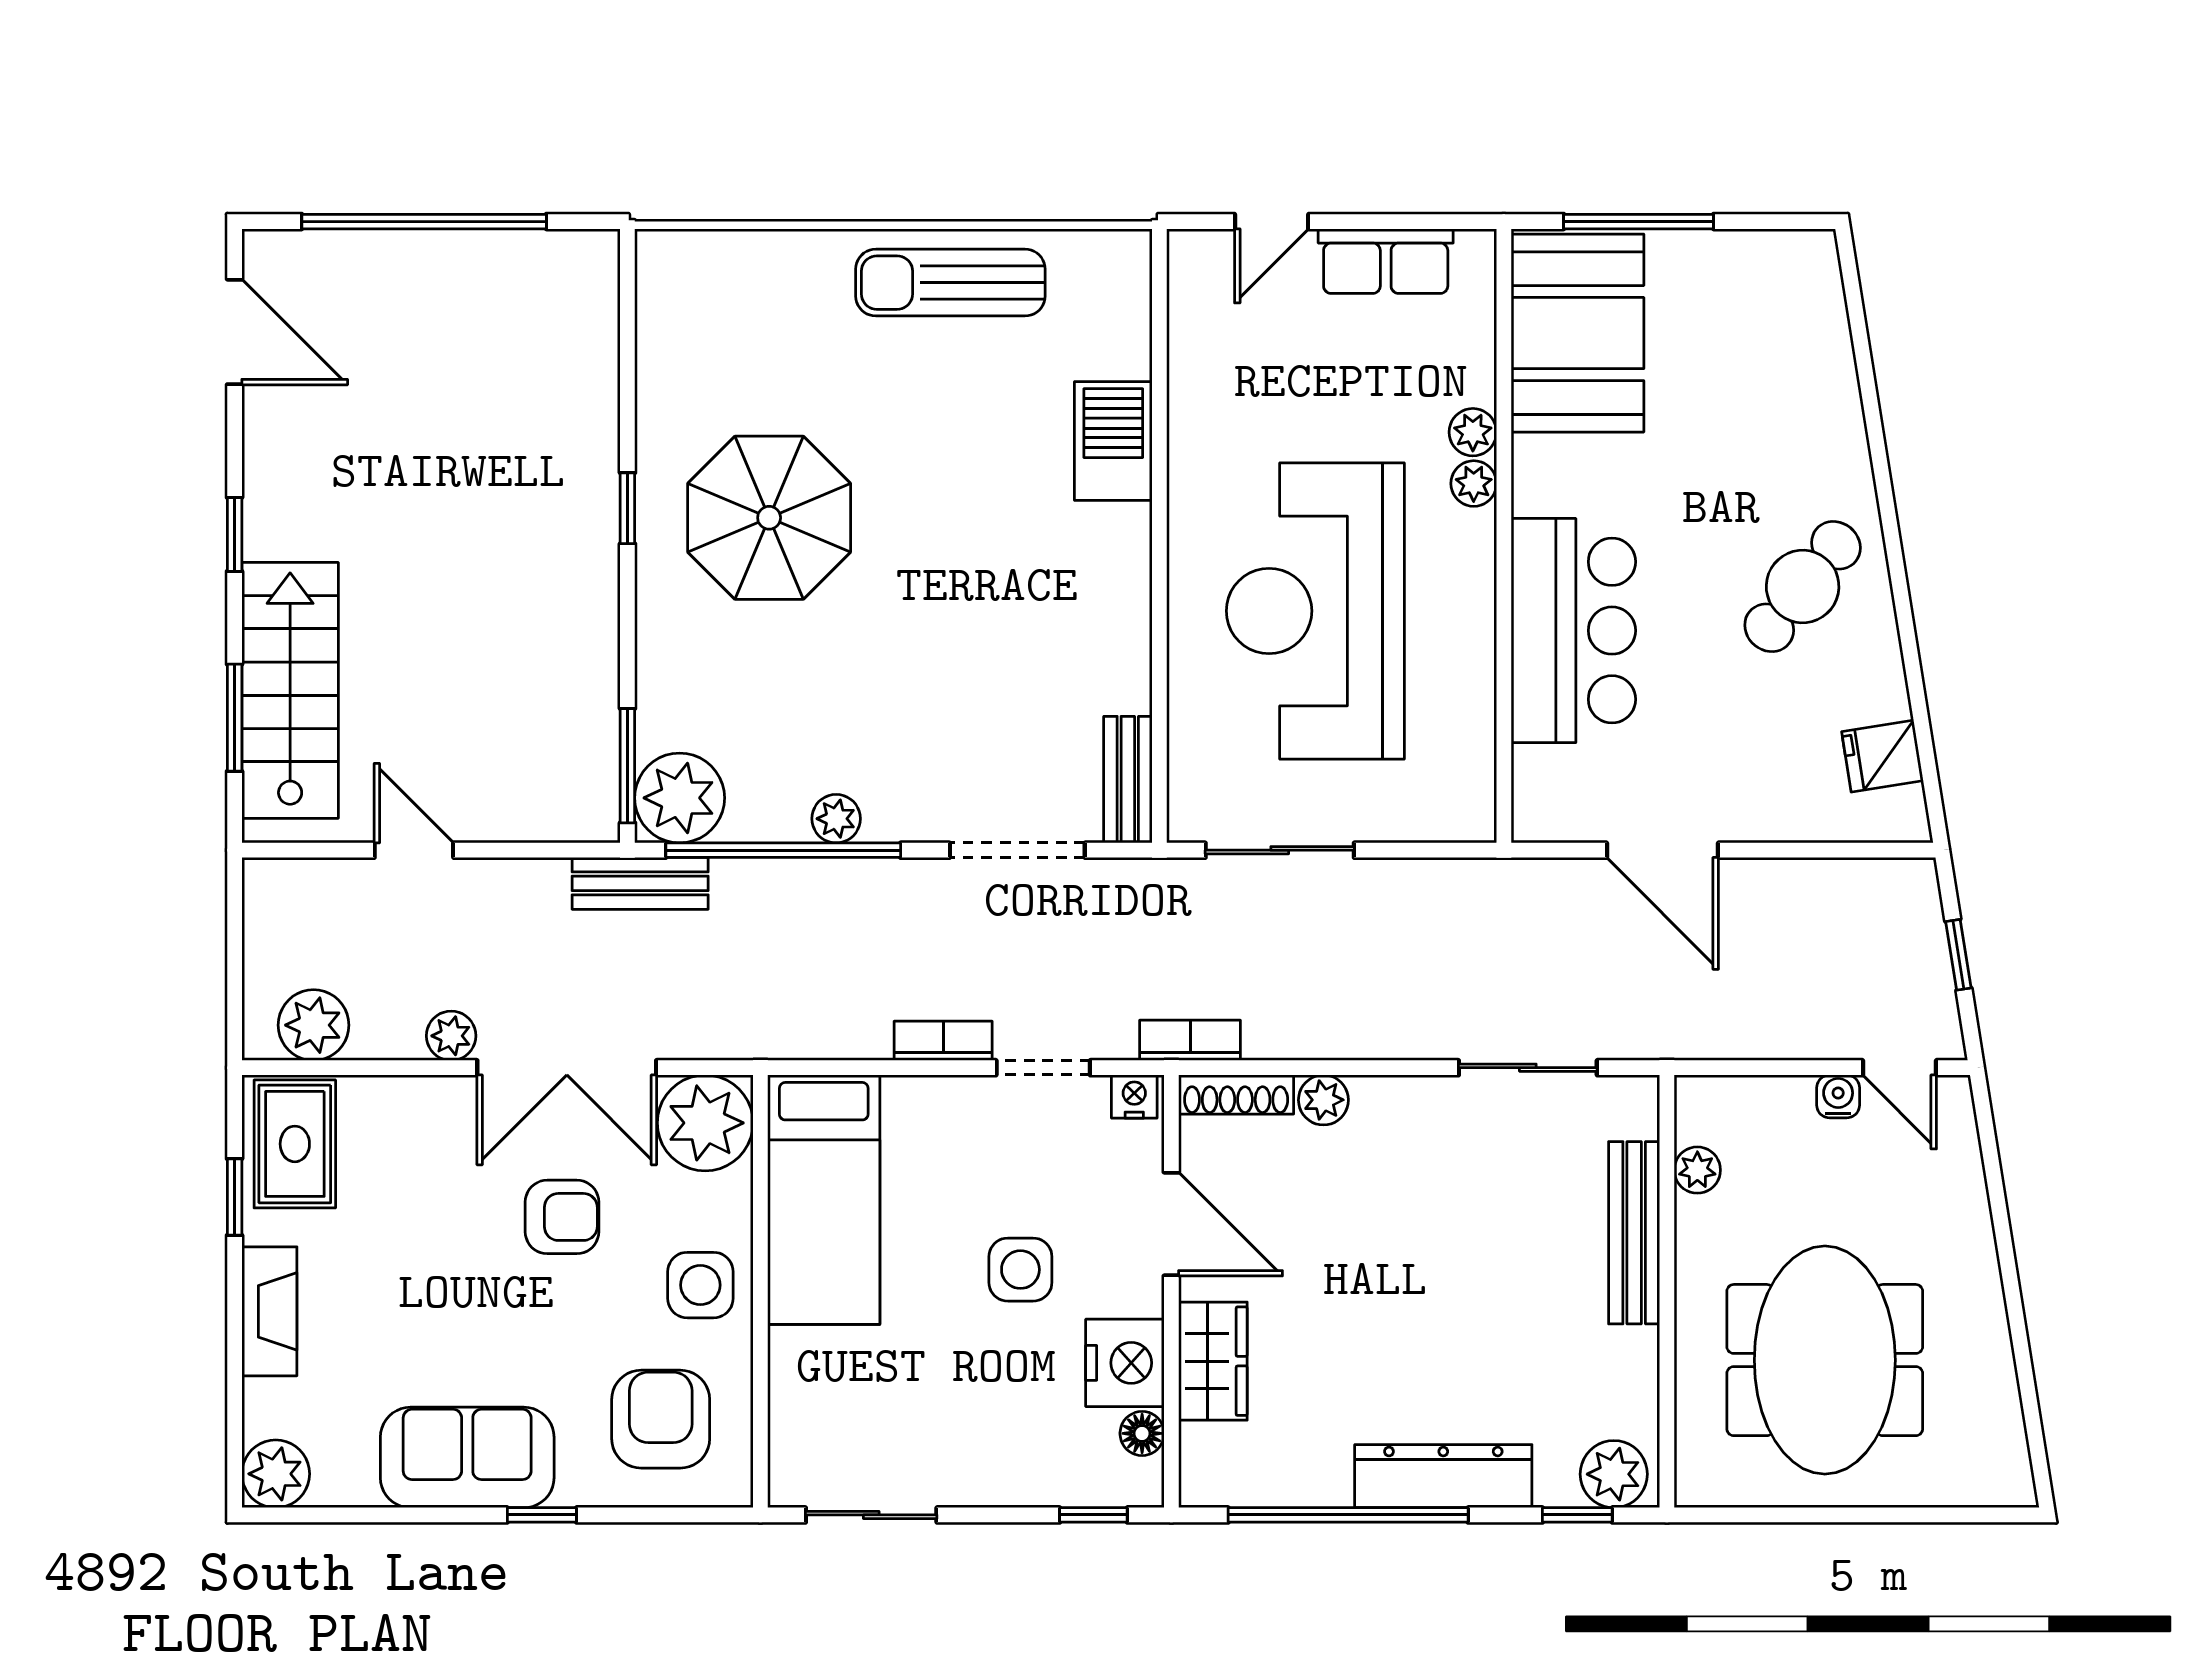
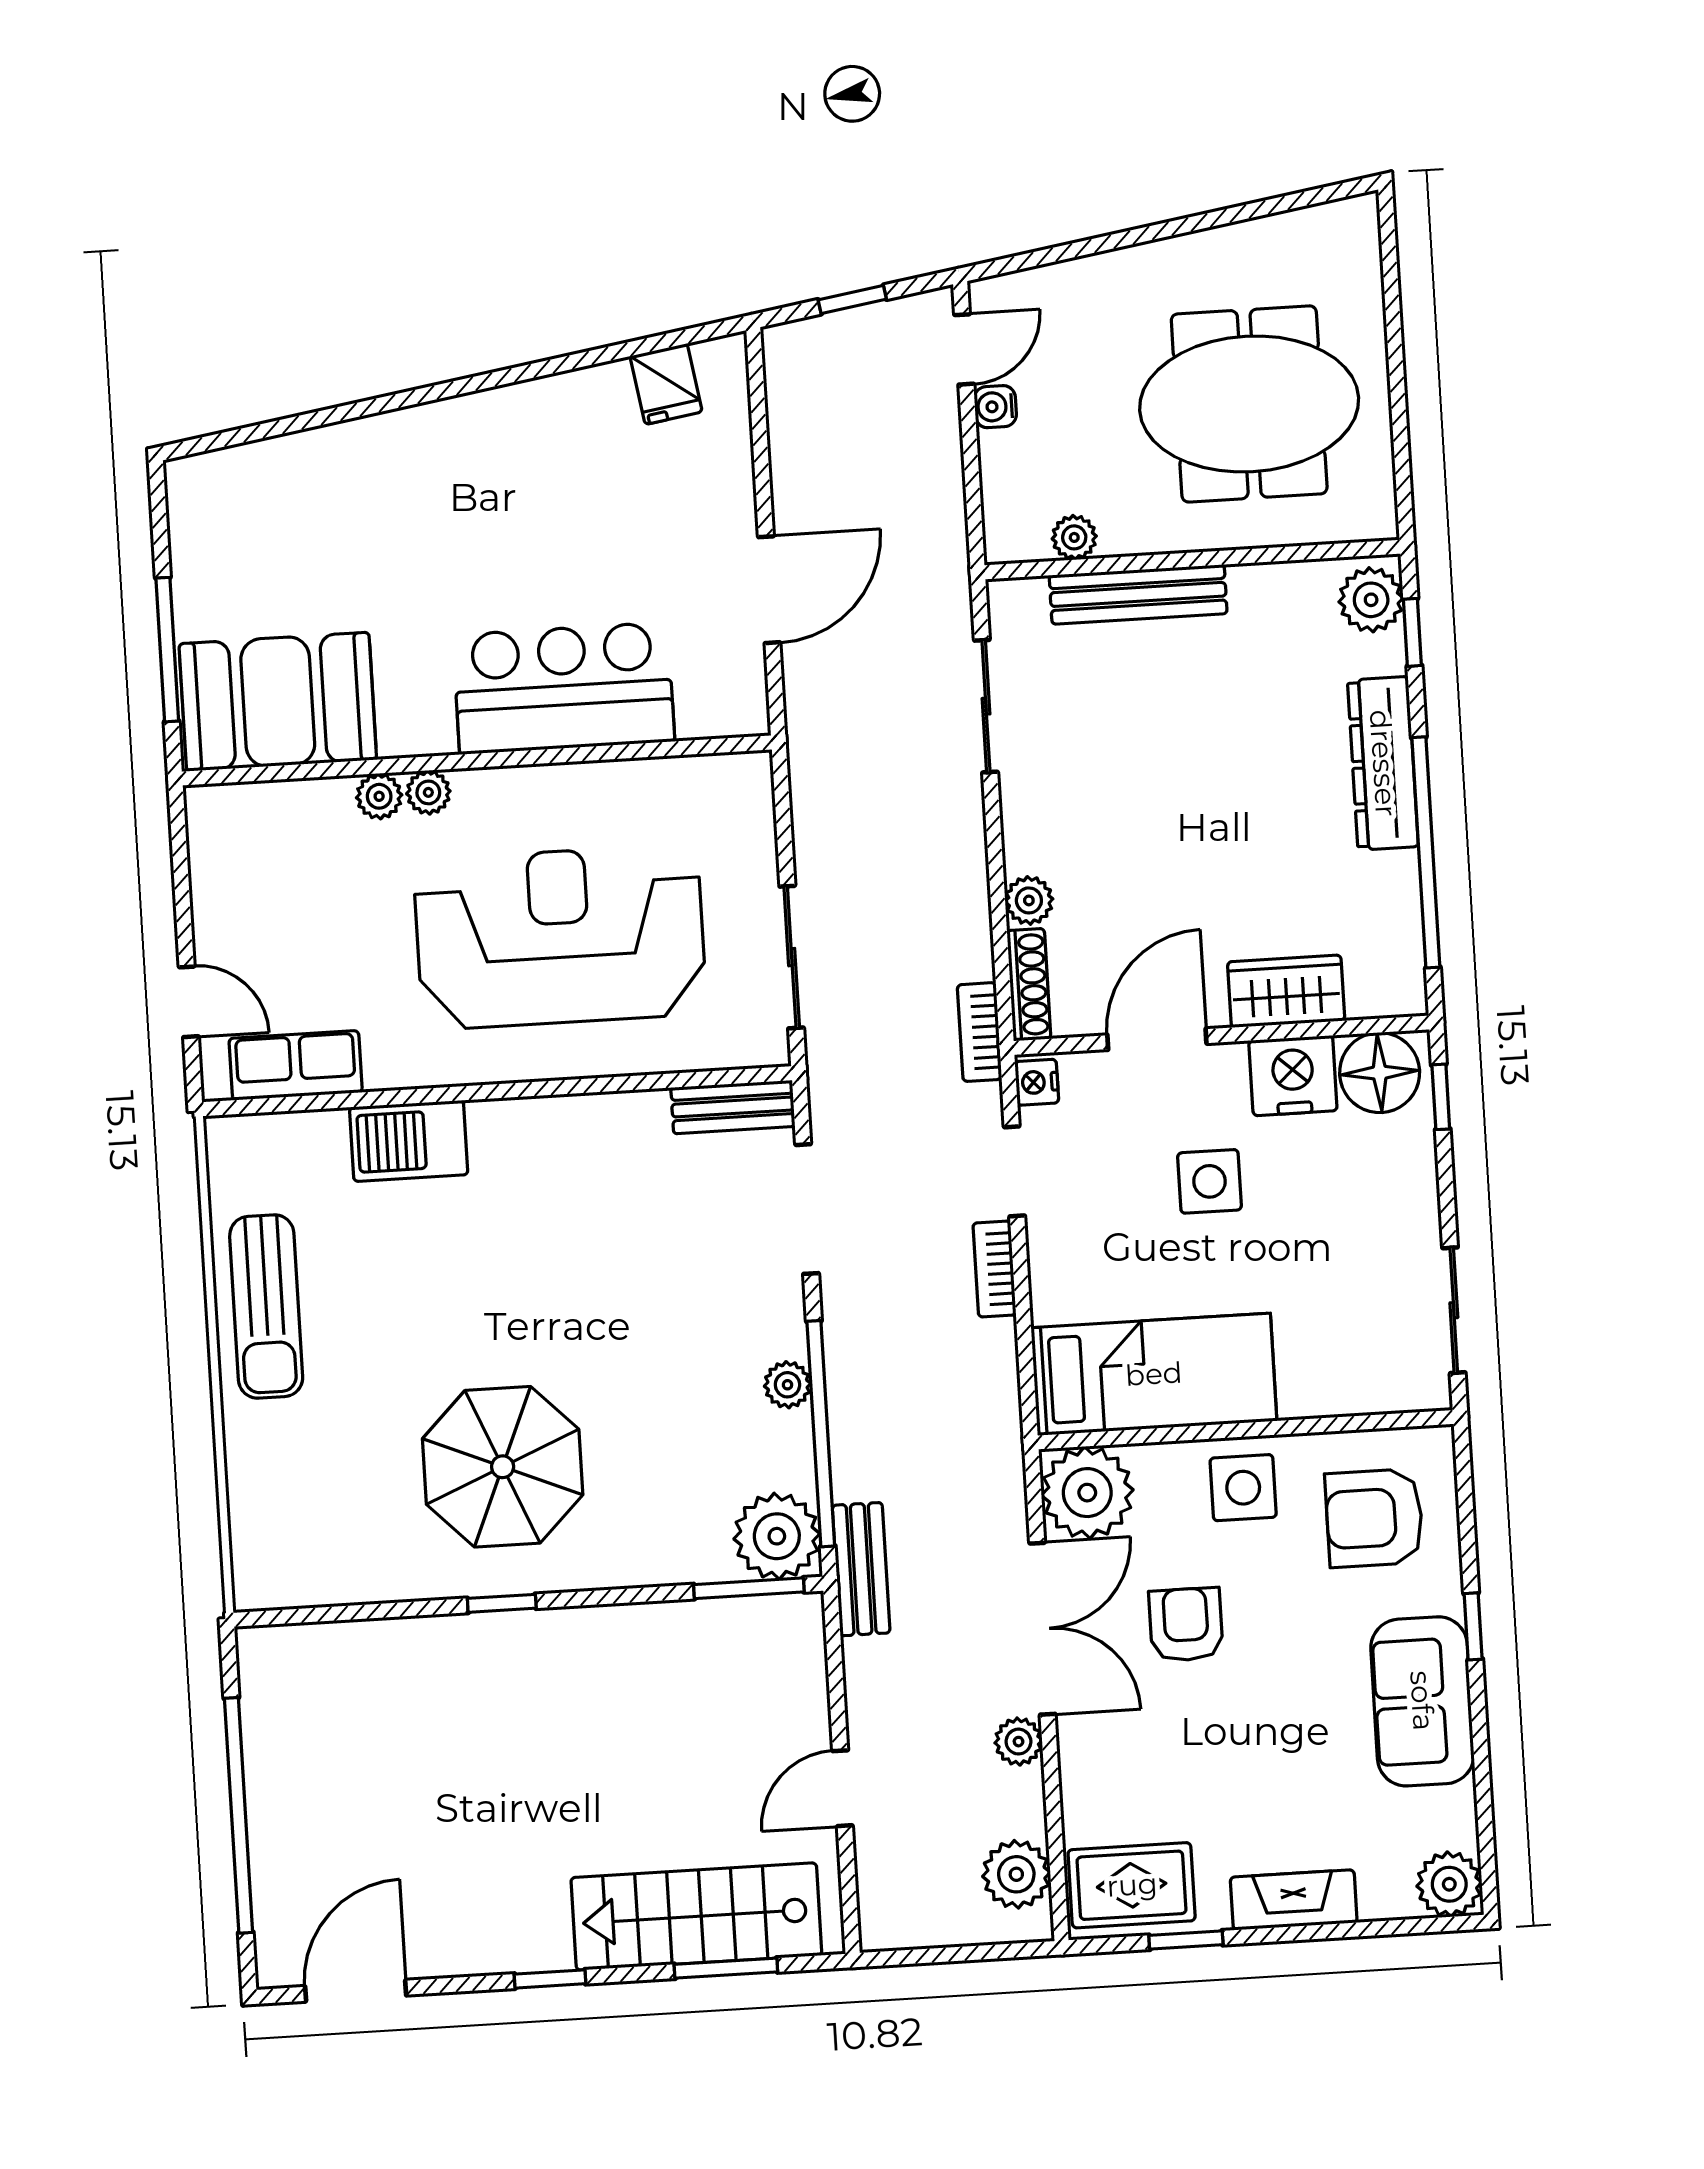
row of seats: (1386, 261) -> (296, 1065), moved, turned -90
cafe table: (1803, 587) -> (508, 471), removed
reception desk: (1315, 611) -> (560, 937), turned 180
floor lamp: (1142, 1433) -> (1380, 1073), width x1.89, depth x1.89

